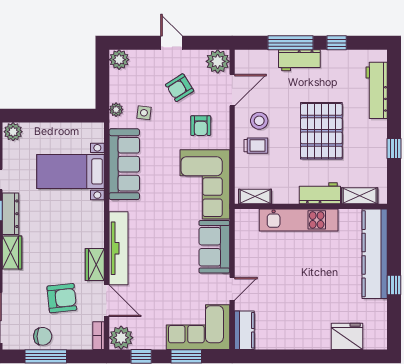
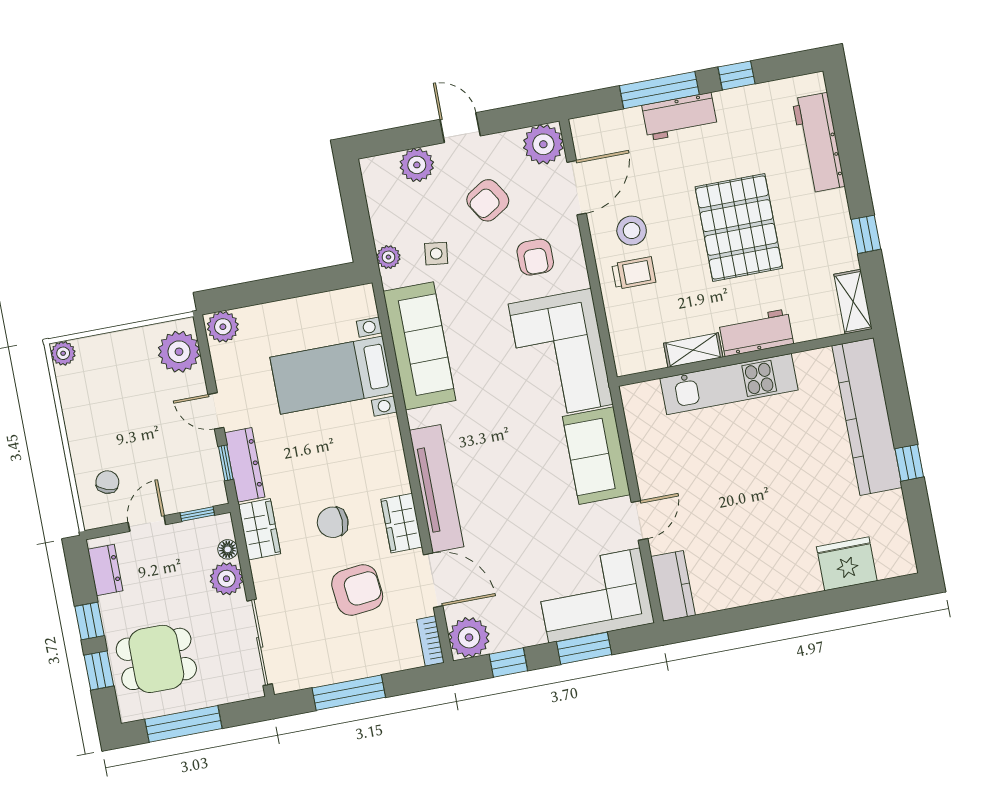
plant: (119, 60) -> (417, 165), moved
shelving: (255, 196) -> (693, 350), moved
shelving: (360, 196) -> (853, 302), moved, turned 90
chair: (43, 336) -> (333, 522), moved, turned 180

